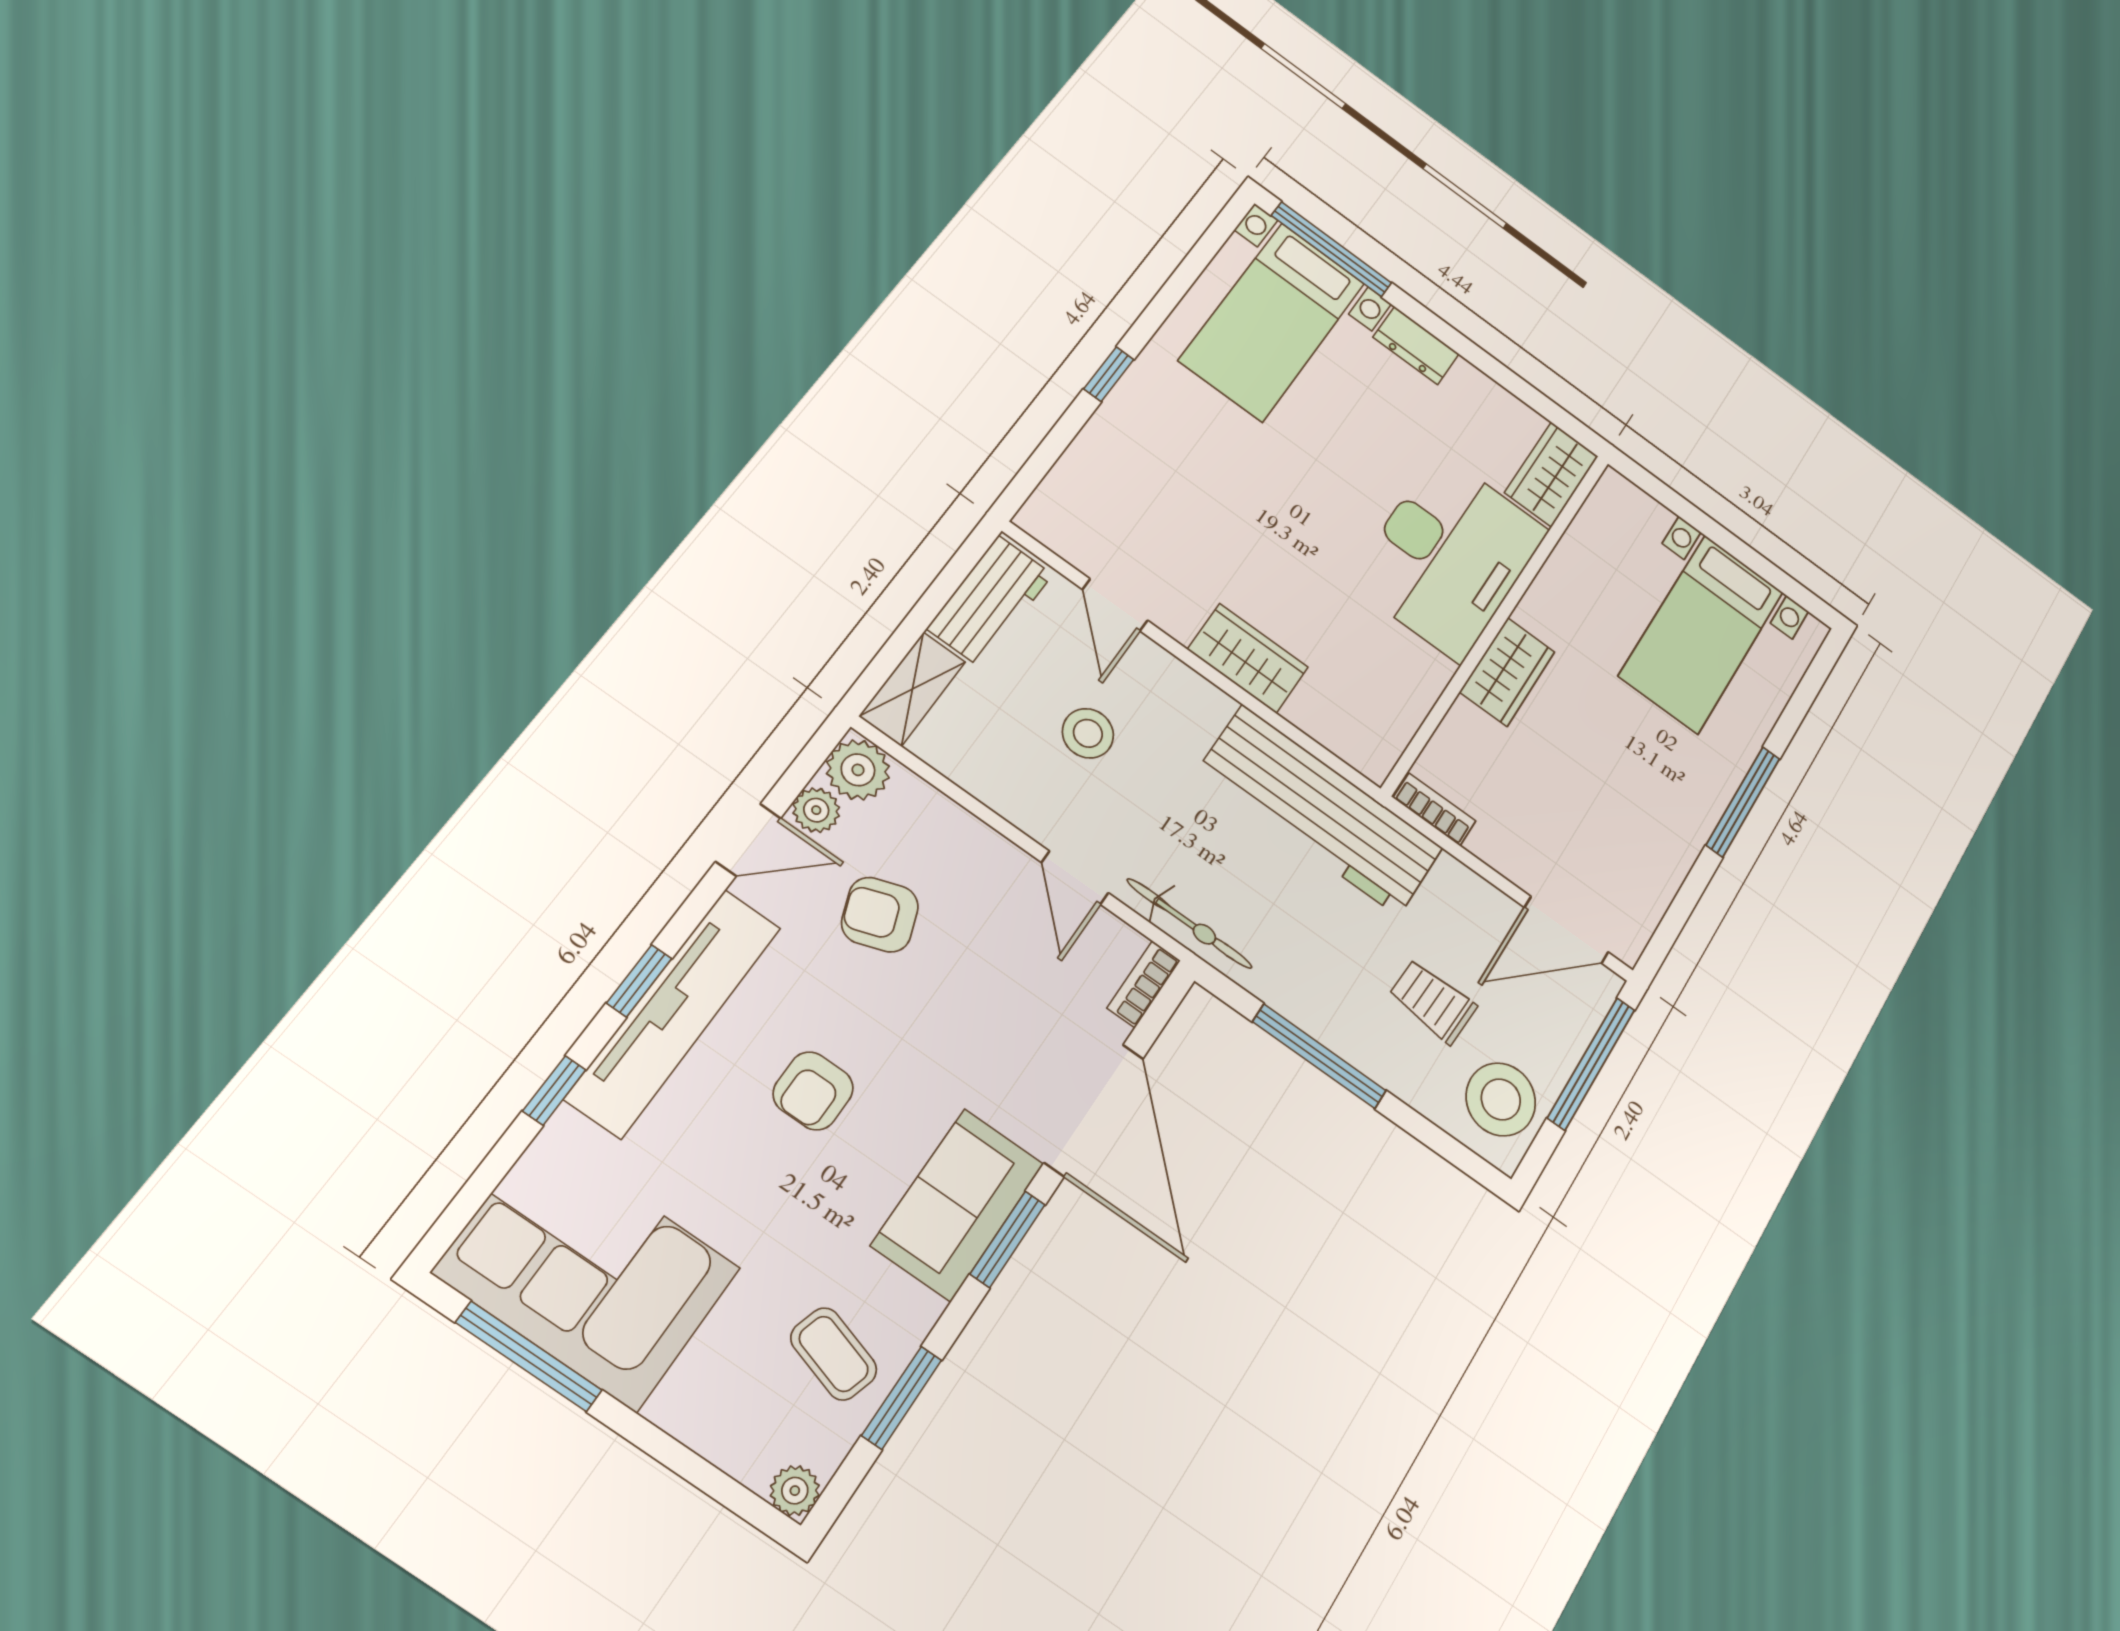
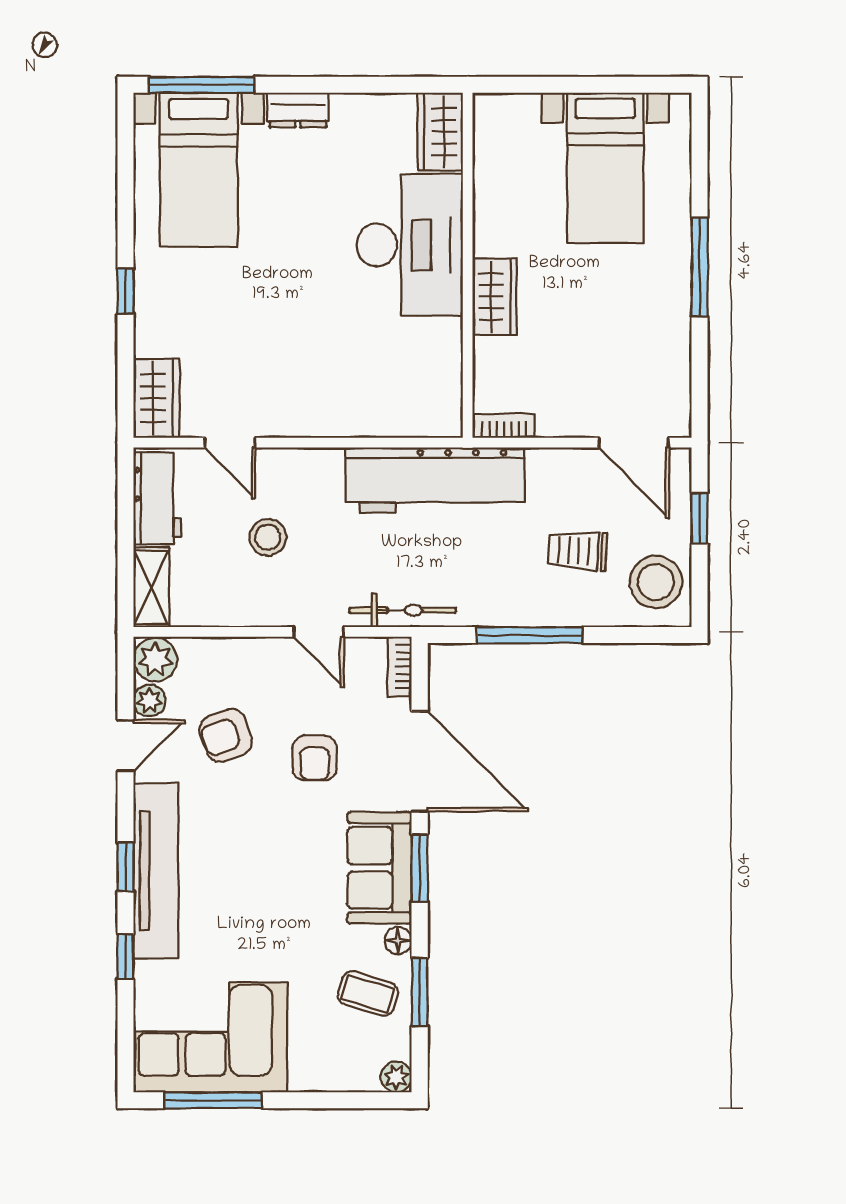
wardrobe: (1248, 658) -> (156, 398), moved, turned 90
door: (1566, 930) -> (634, 443), hinge flipped
window: (1591, 1064) -> (700, 518), width x0.46
armchair: (813, 1091) -> (315, 758), moved
floor lamp: (919, 1312) -> (398, 940), added

